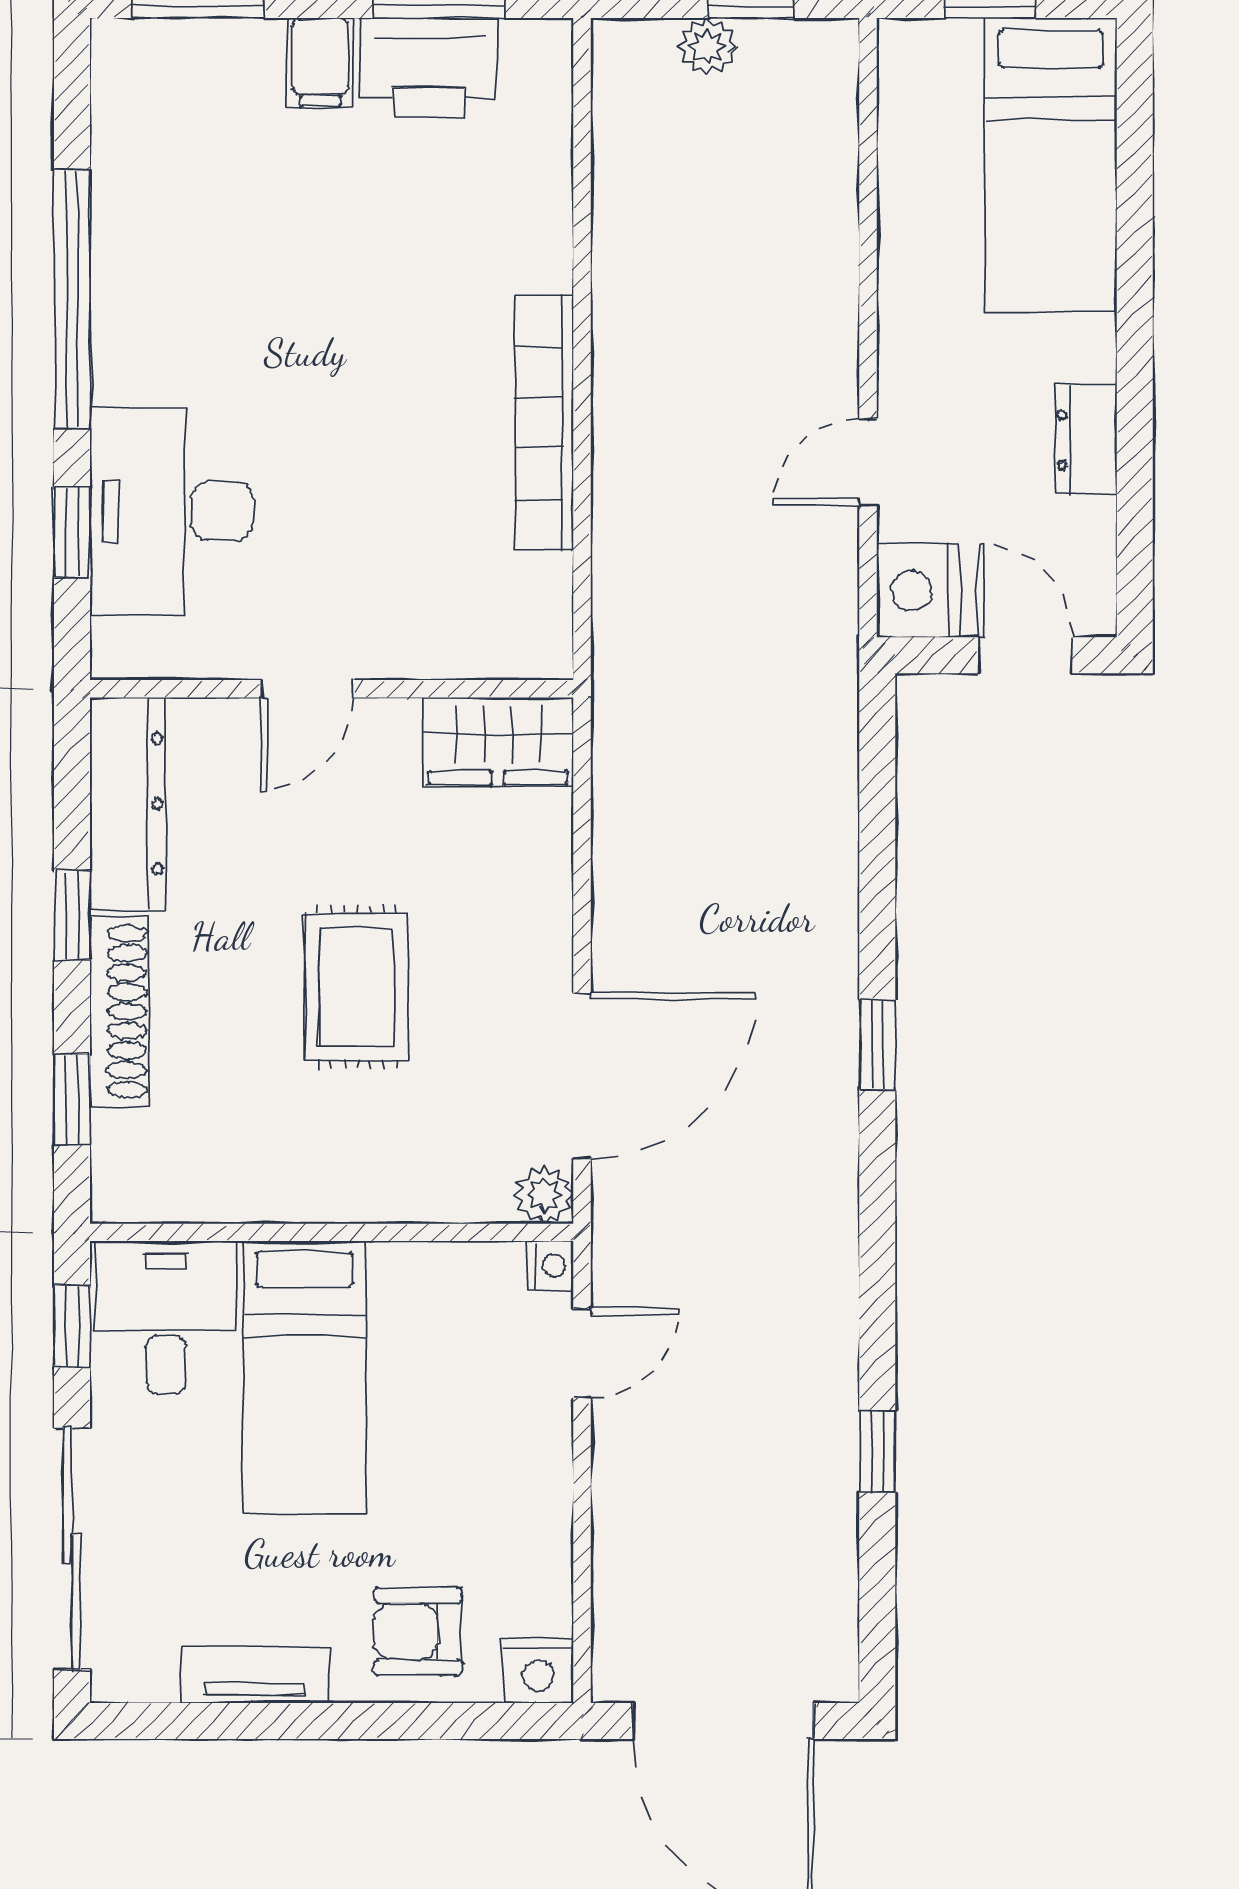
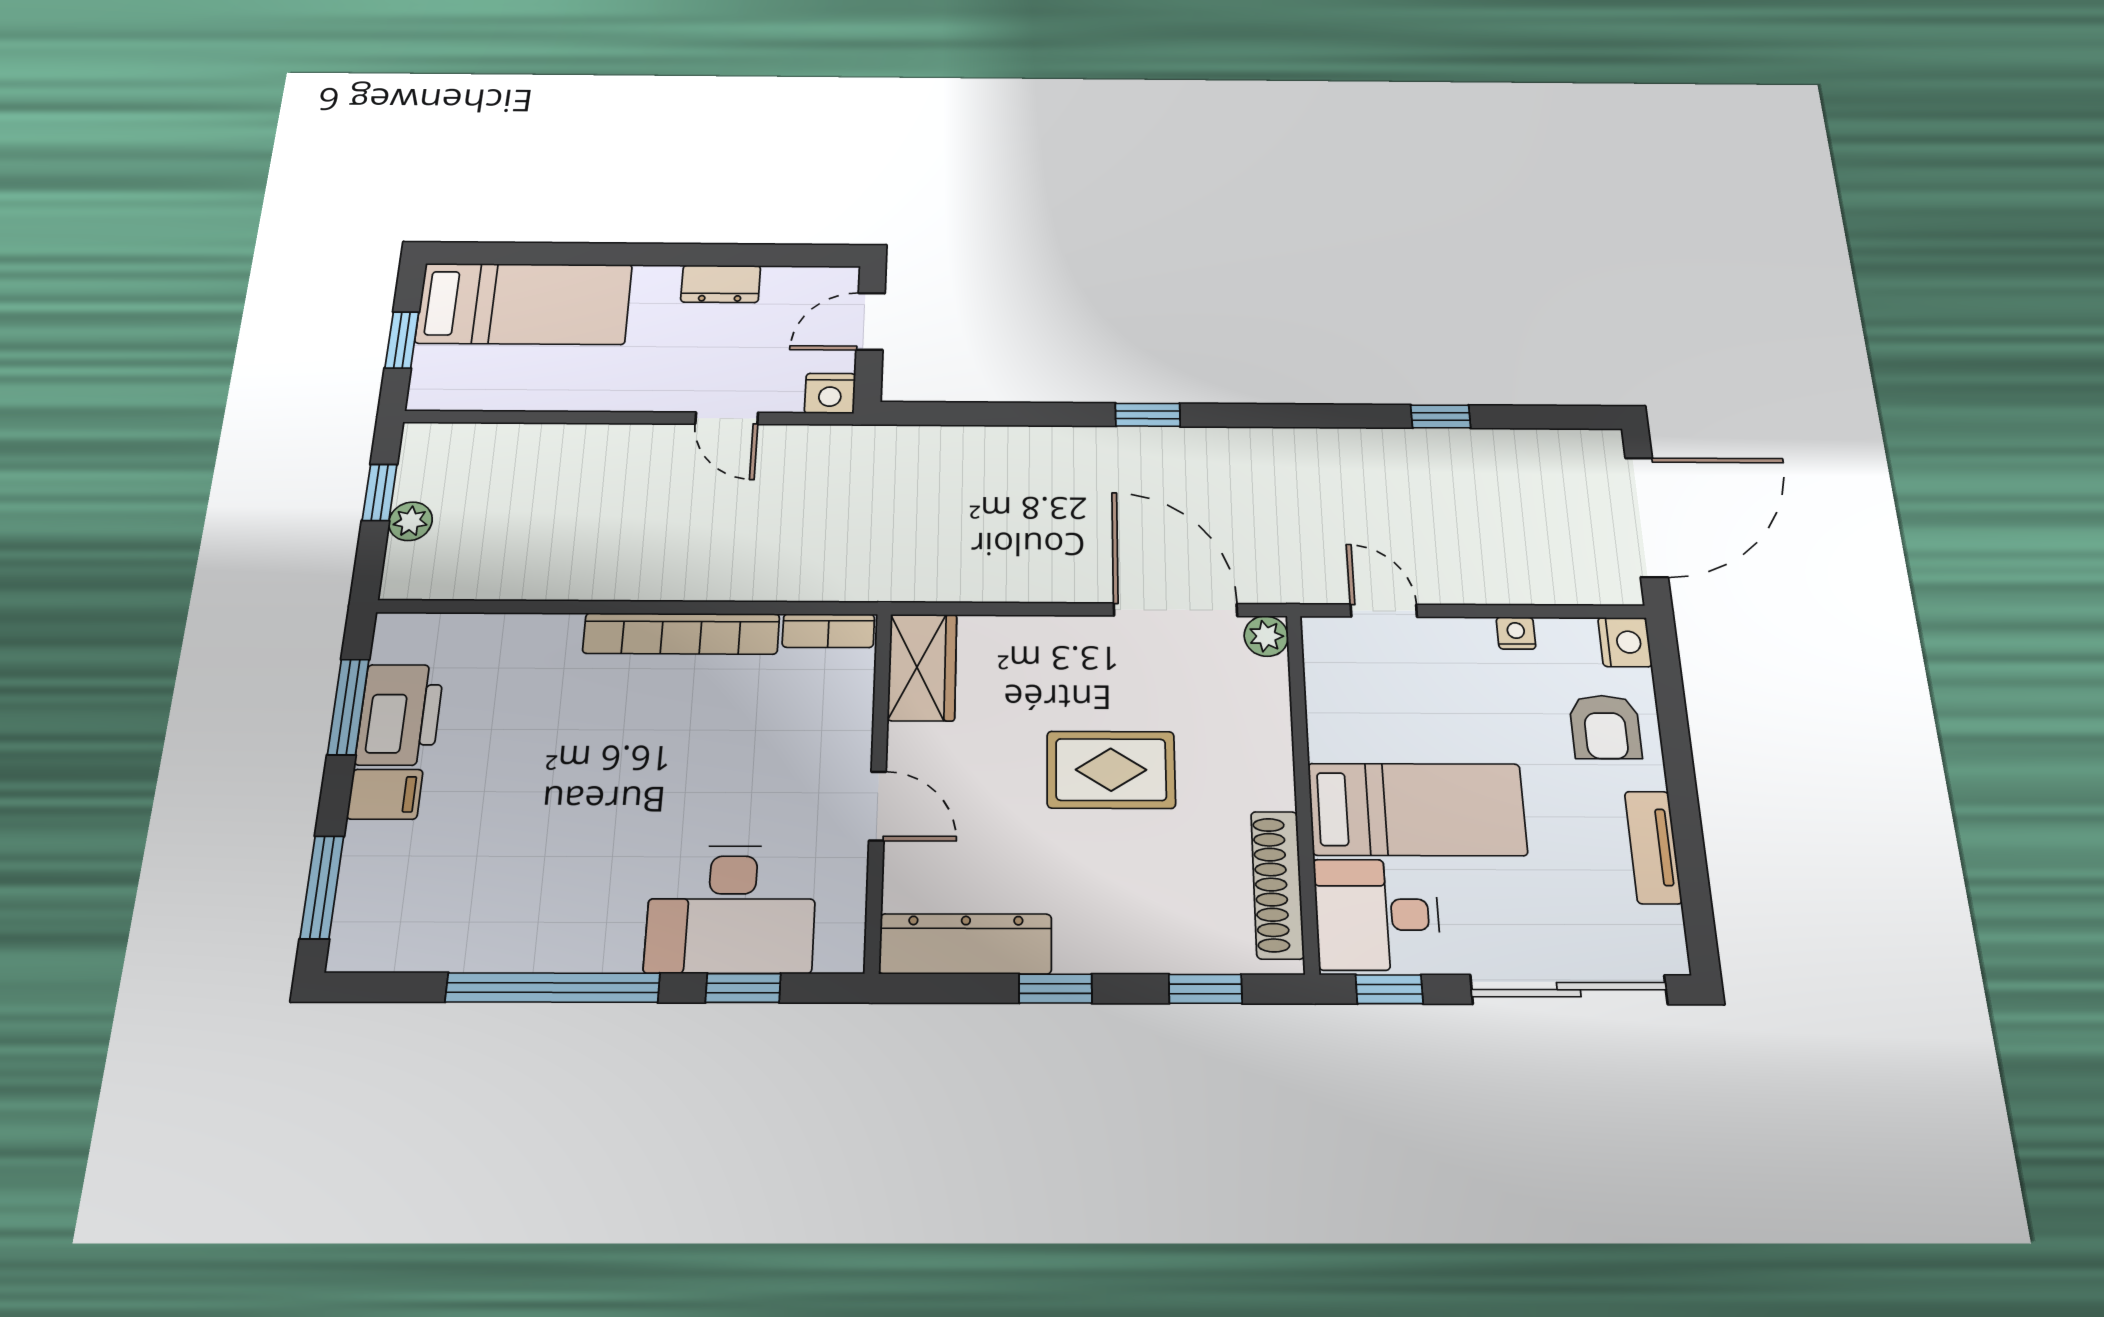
nightstand: (919, 590) -> (830, 393), width x0.74, depth x0.75
bookcase: (549, 616) -> (828, 631), added
shoe rack: (119, 1012) -> (1277, 885), moved, turned -90
nightstand: (550, 1265) -> (1516, 633), moved

